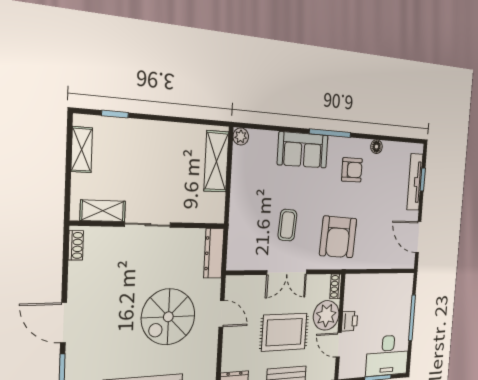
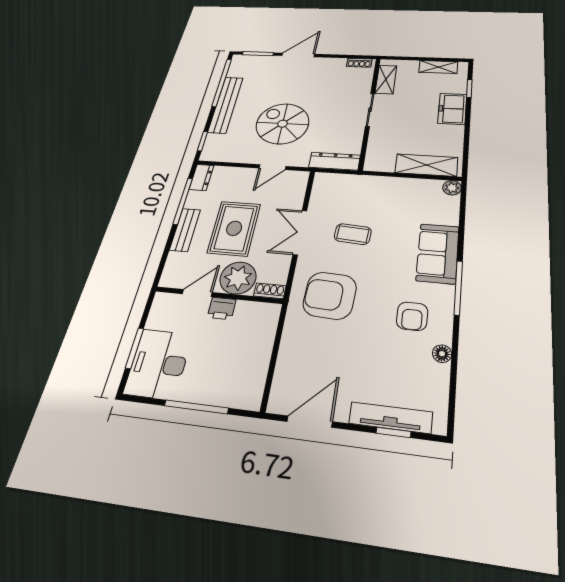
freezer: (145, 134) -> (452, 109), added

